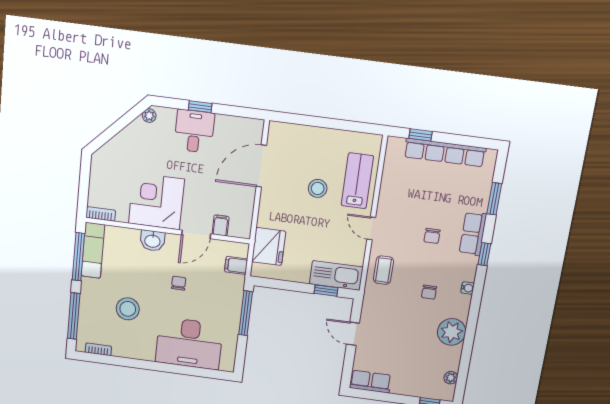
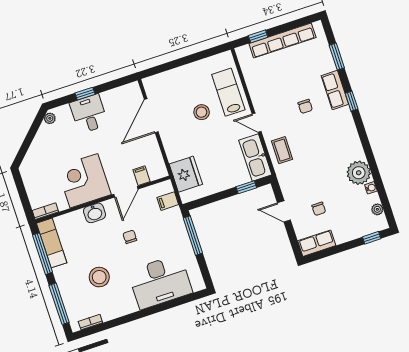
kitchen sink: (336, 275) -> (255, 158), moved, turned -90
water cooler: (468, 288) -> (371, 188), moved
chair: (429, 292) -> (319, 209), moved

